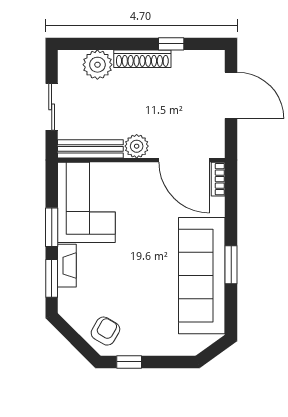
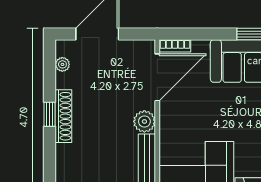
window: (171, 44) -> (50, 114), moved
plant: (97, 65) -> (62, 64), moved, width x0.53, depth x0.53

